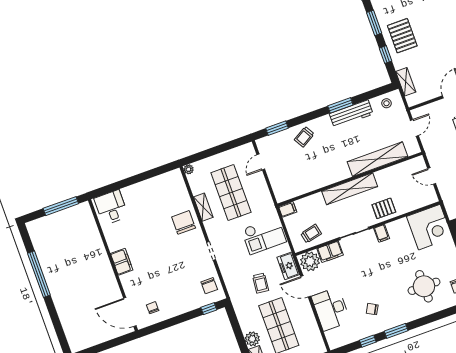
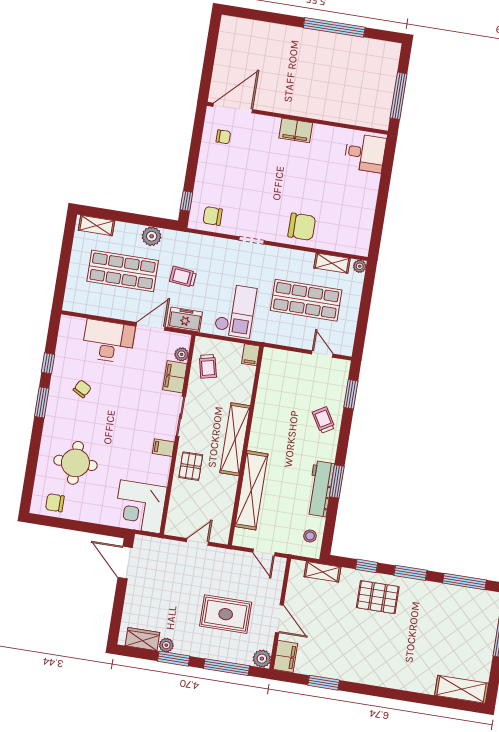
shelving: (203, 207) -> (332, 263), moved
checkout: (264, 236) -> (235, 311), turned 180
plant: (310, 261) -> (182, 354), width x0.53, depth x0.53
plant: (252, 339) -> (152, 236), moved

